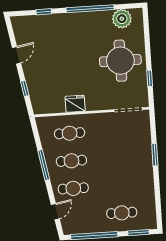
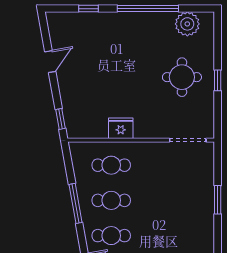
round table: (120, 61) -> (182, 77), width x0.73, depth x0.73
window: (150, 78) -> (218, 80), moved
window: (25, 88) -> (61, 119), moved

